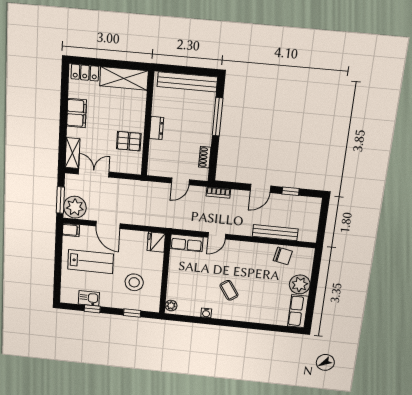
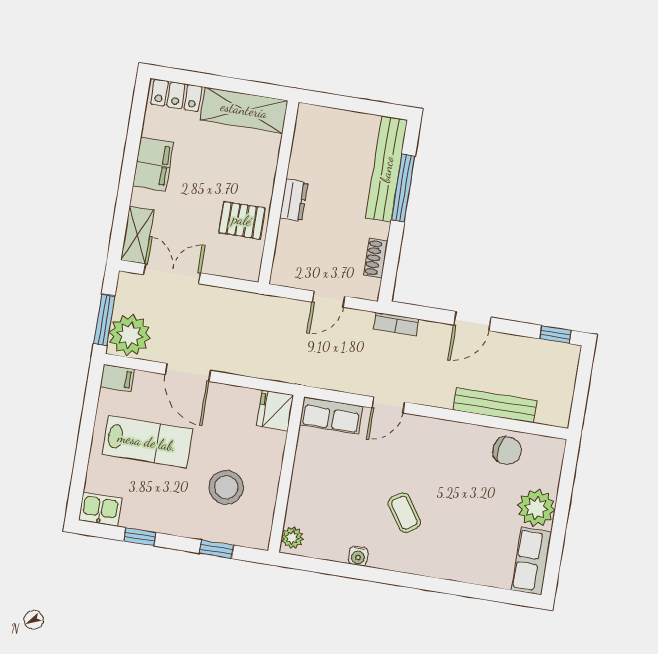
bench: (187, 82) -> (387, 169), moved, turned 90
window: (291, 191) -> (555, 335), moved
kitchen sink: (89, 298) -> (100, 509), moved

